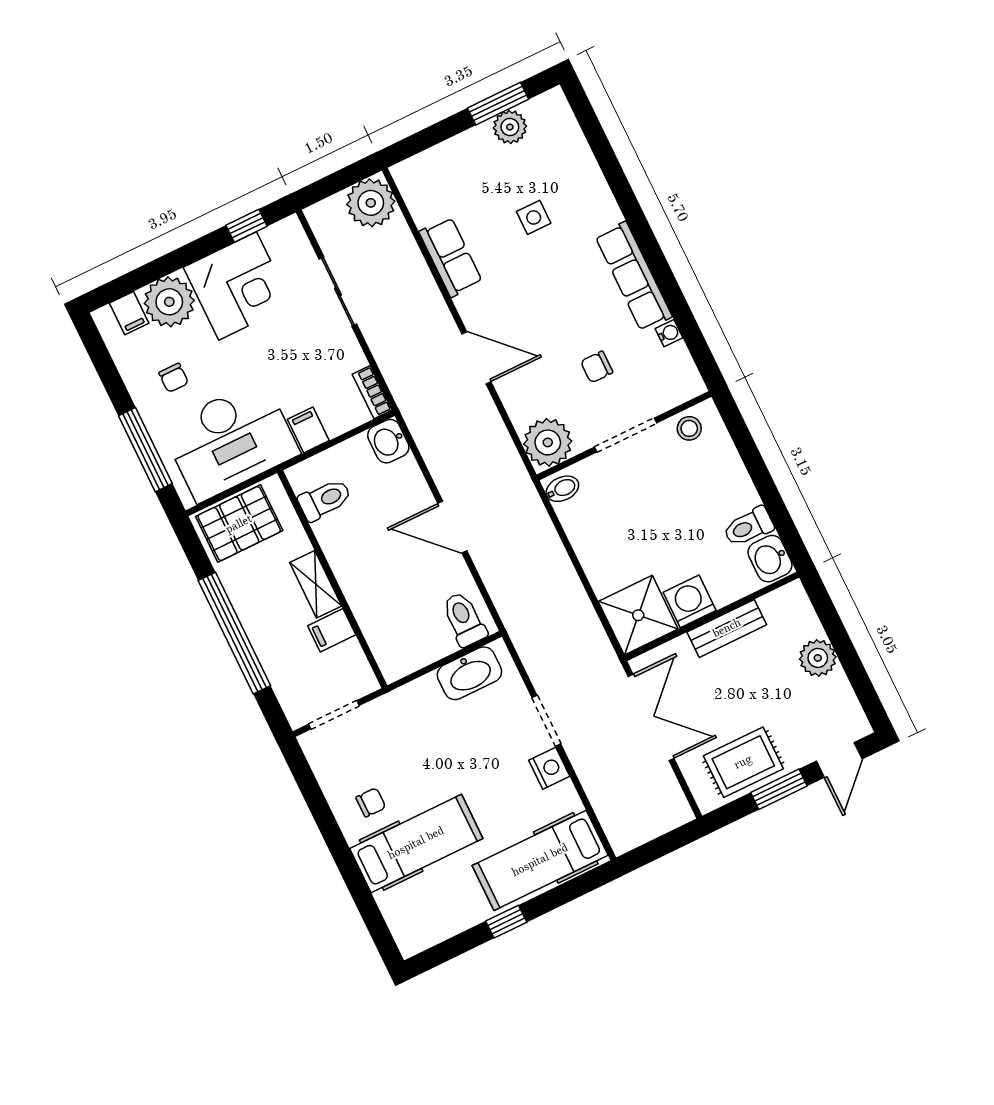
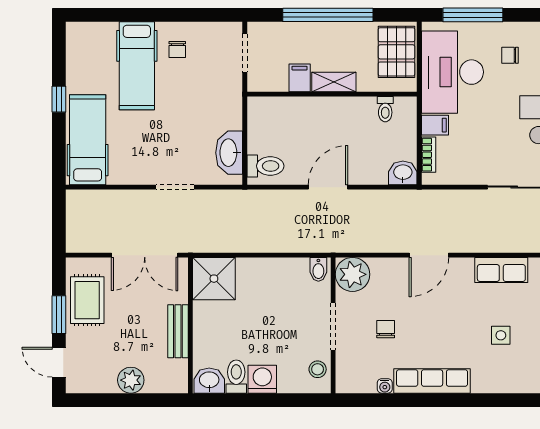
bookcase: (372, 392) -> (429, 155), moved, turned 90
toilet: (325, 500) -> (385, 109), width x0.73, depth x0.72
washing machine: (690, 601) -> (262, 379), moved, turned -90
nightstand: (549, 768) -> (144, 174), removed

